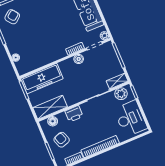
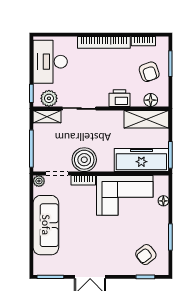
corner sofa: (43, 50) -> (125, 195), added
boiler: (79, 59) -> (84, 160), width x1.86, depth x1.86

